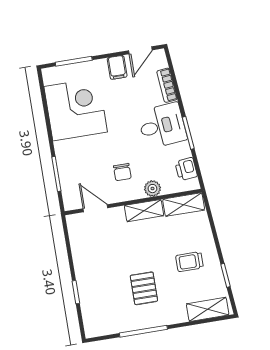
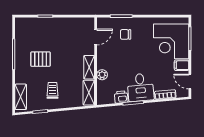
corner desk: (76, 109) -> (171, 41), moved, turned 90
printer: (186, 169) -> (121, 97), moved
chair: (122, 172) -> (126, 34), moved

